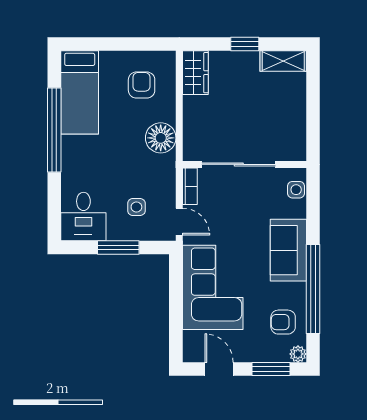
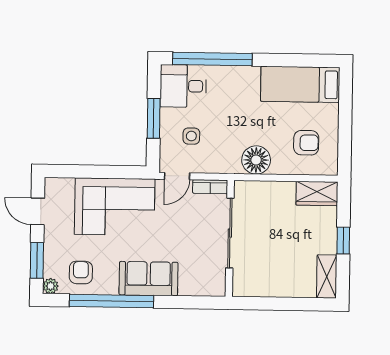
window: (54, 130) -> (212, 59), moved
side table: (296, 190) -> (205, 287), removed
door: (219, 369) -> (38, 211), swing flipped

